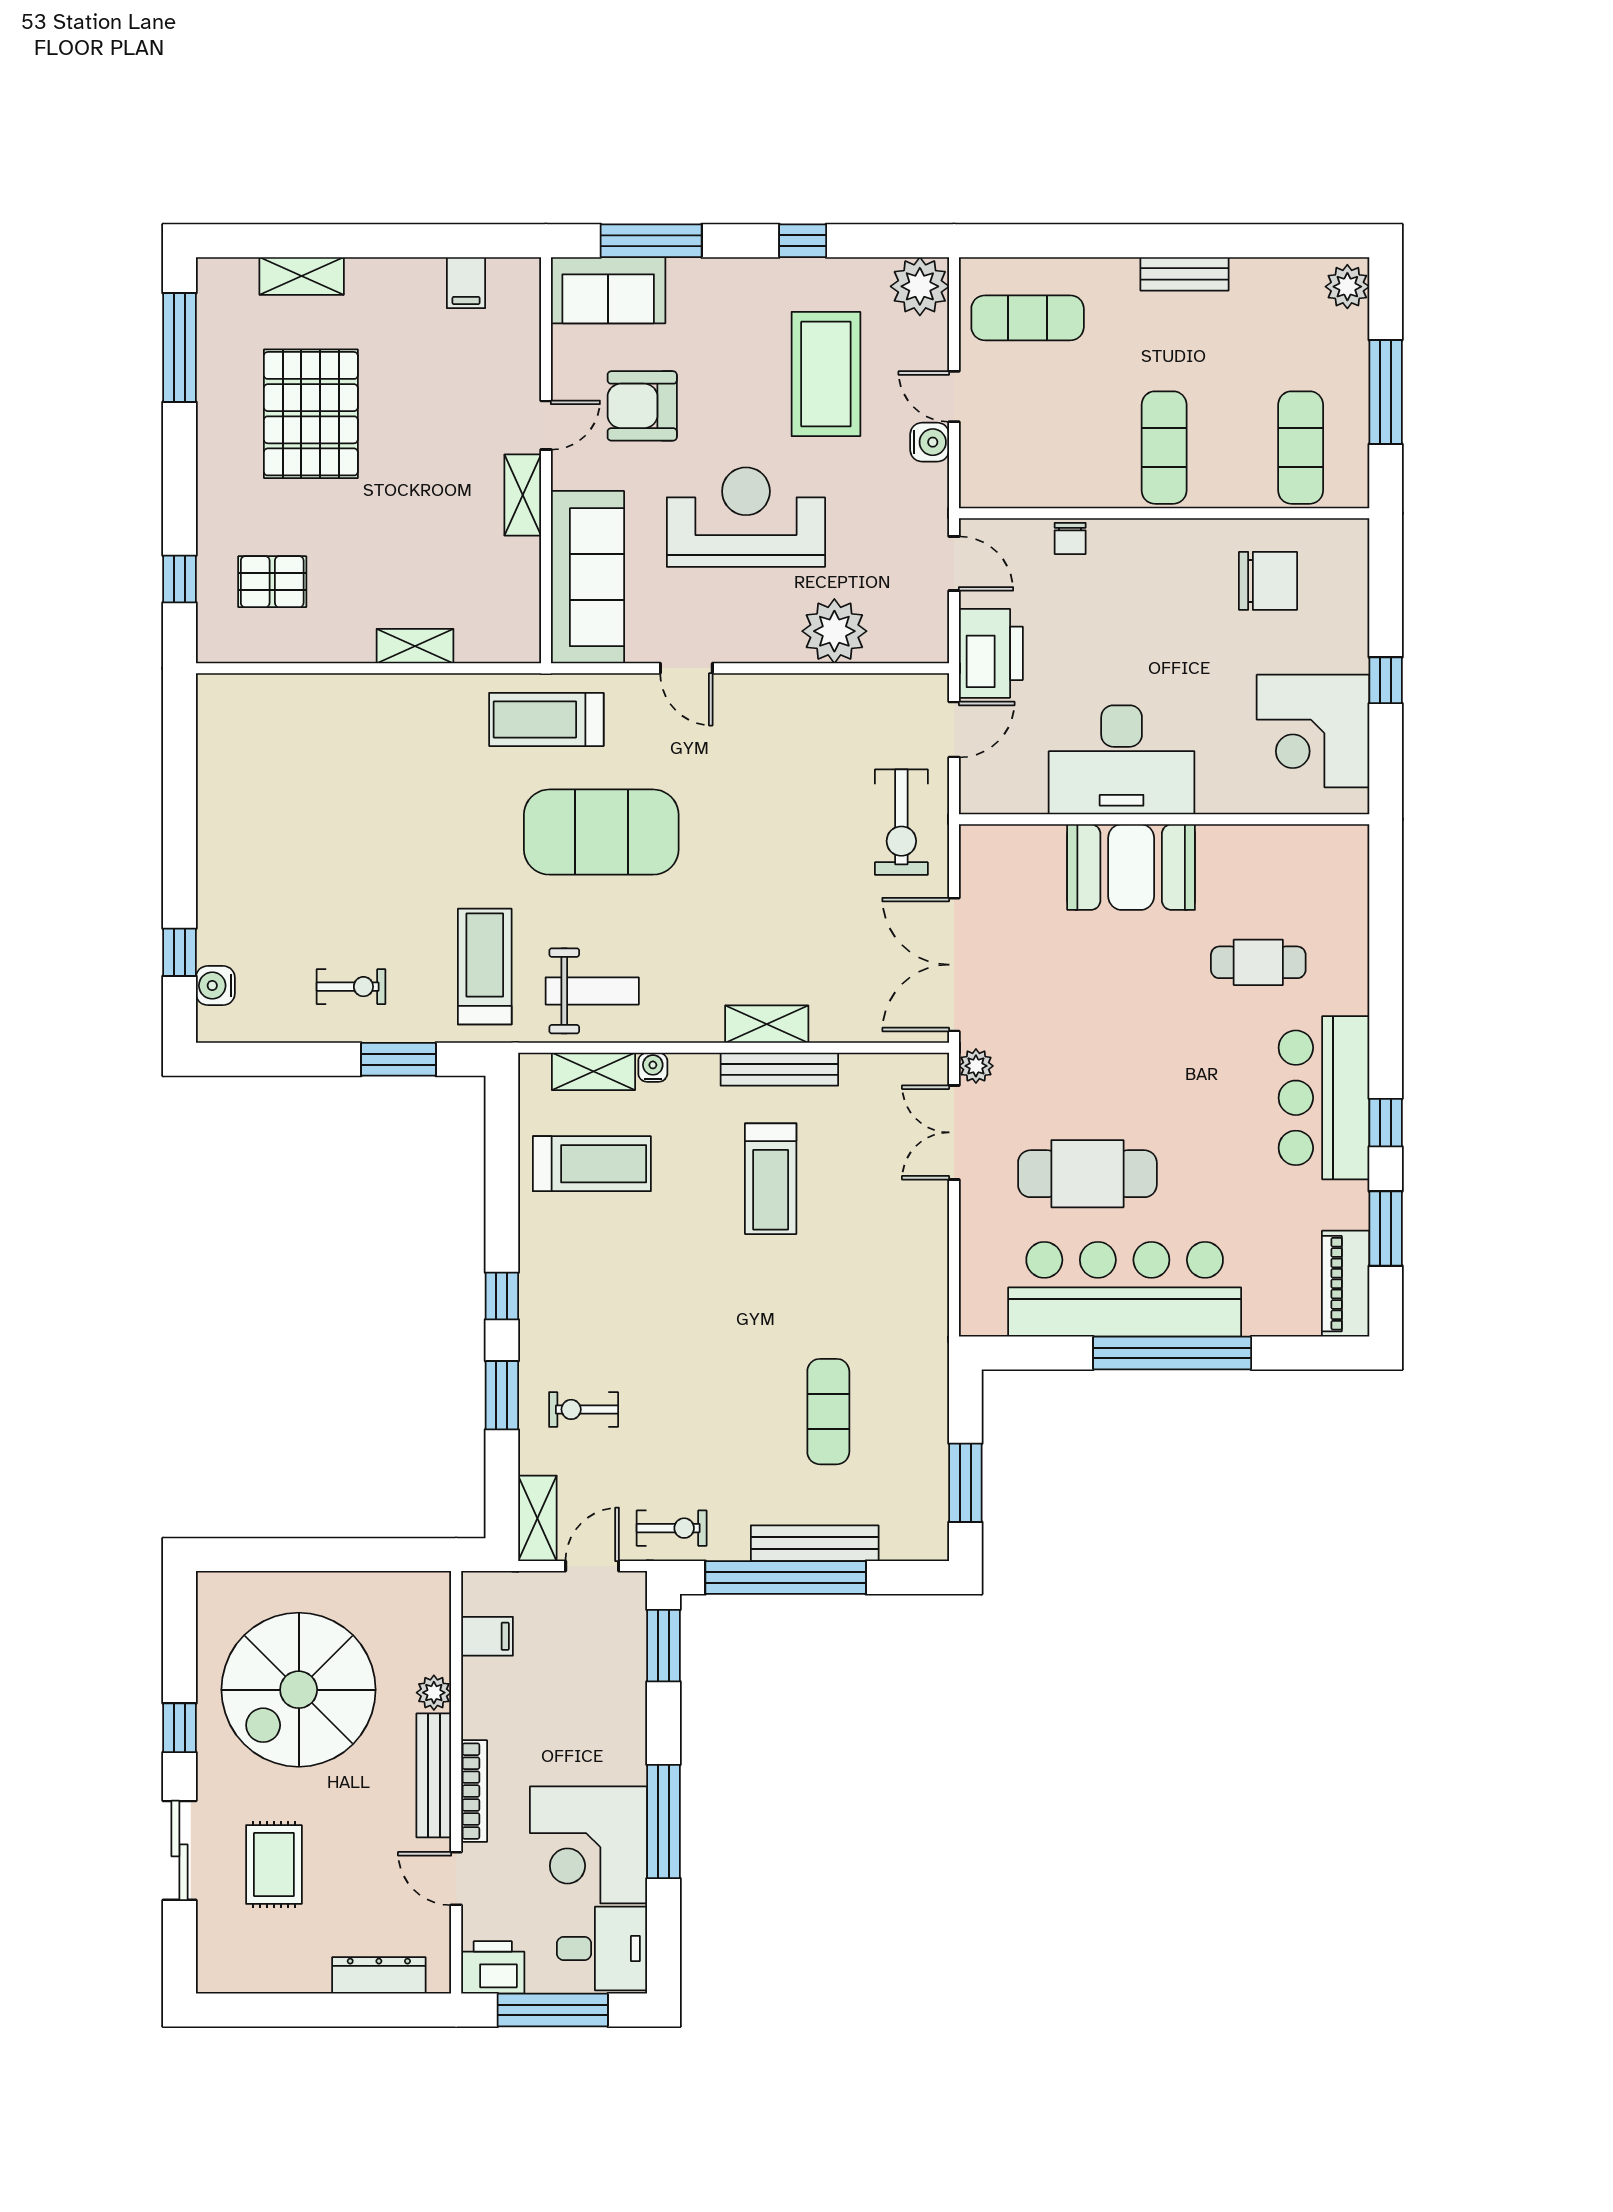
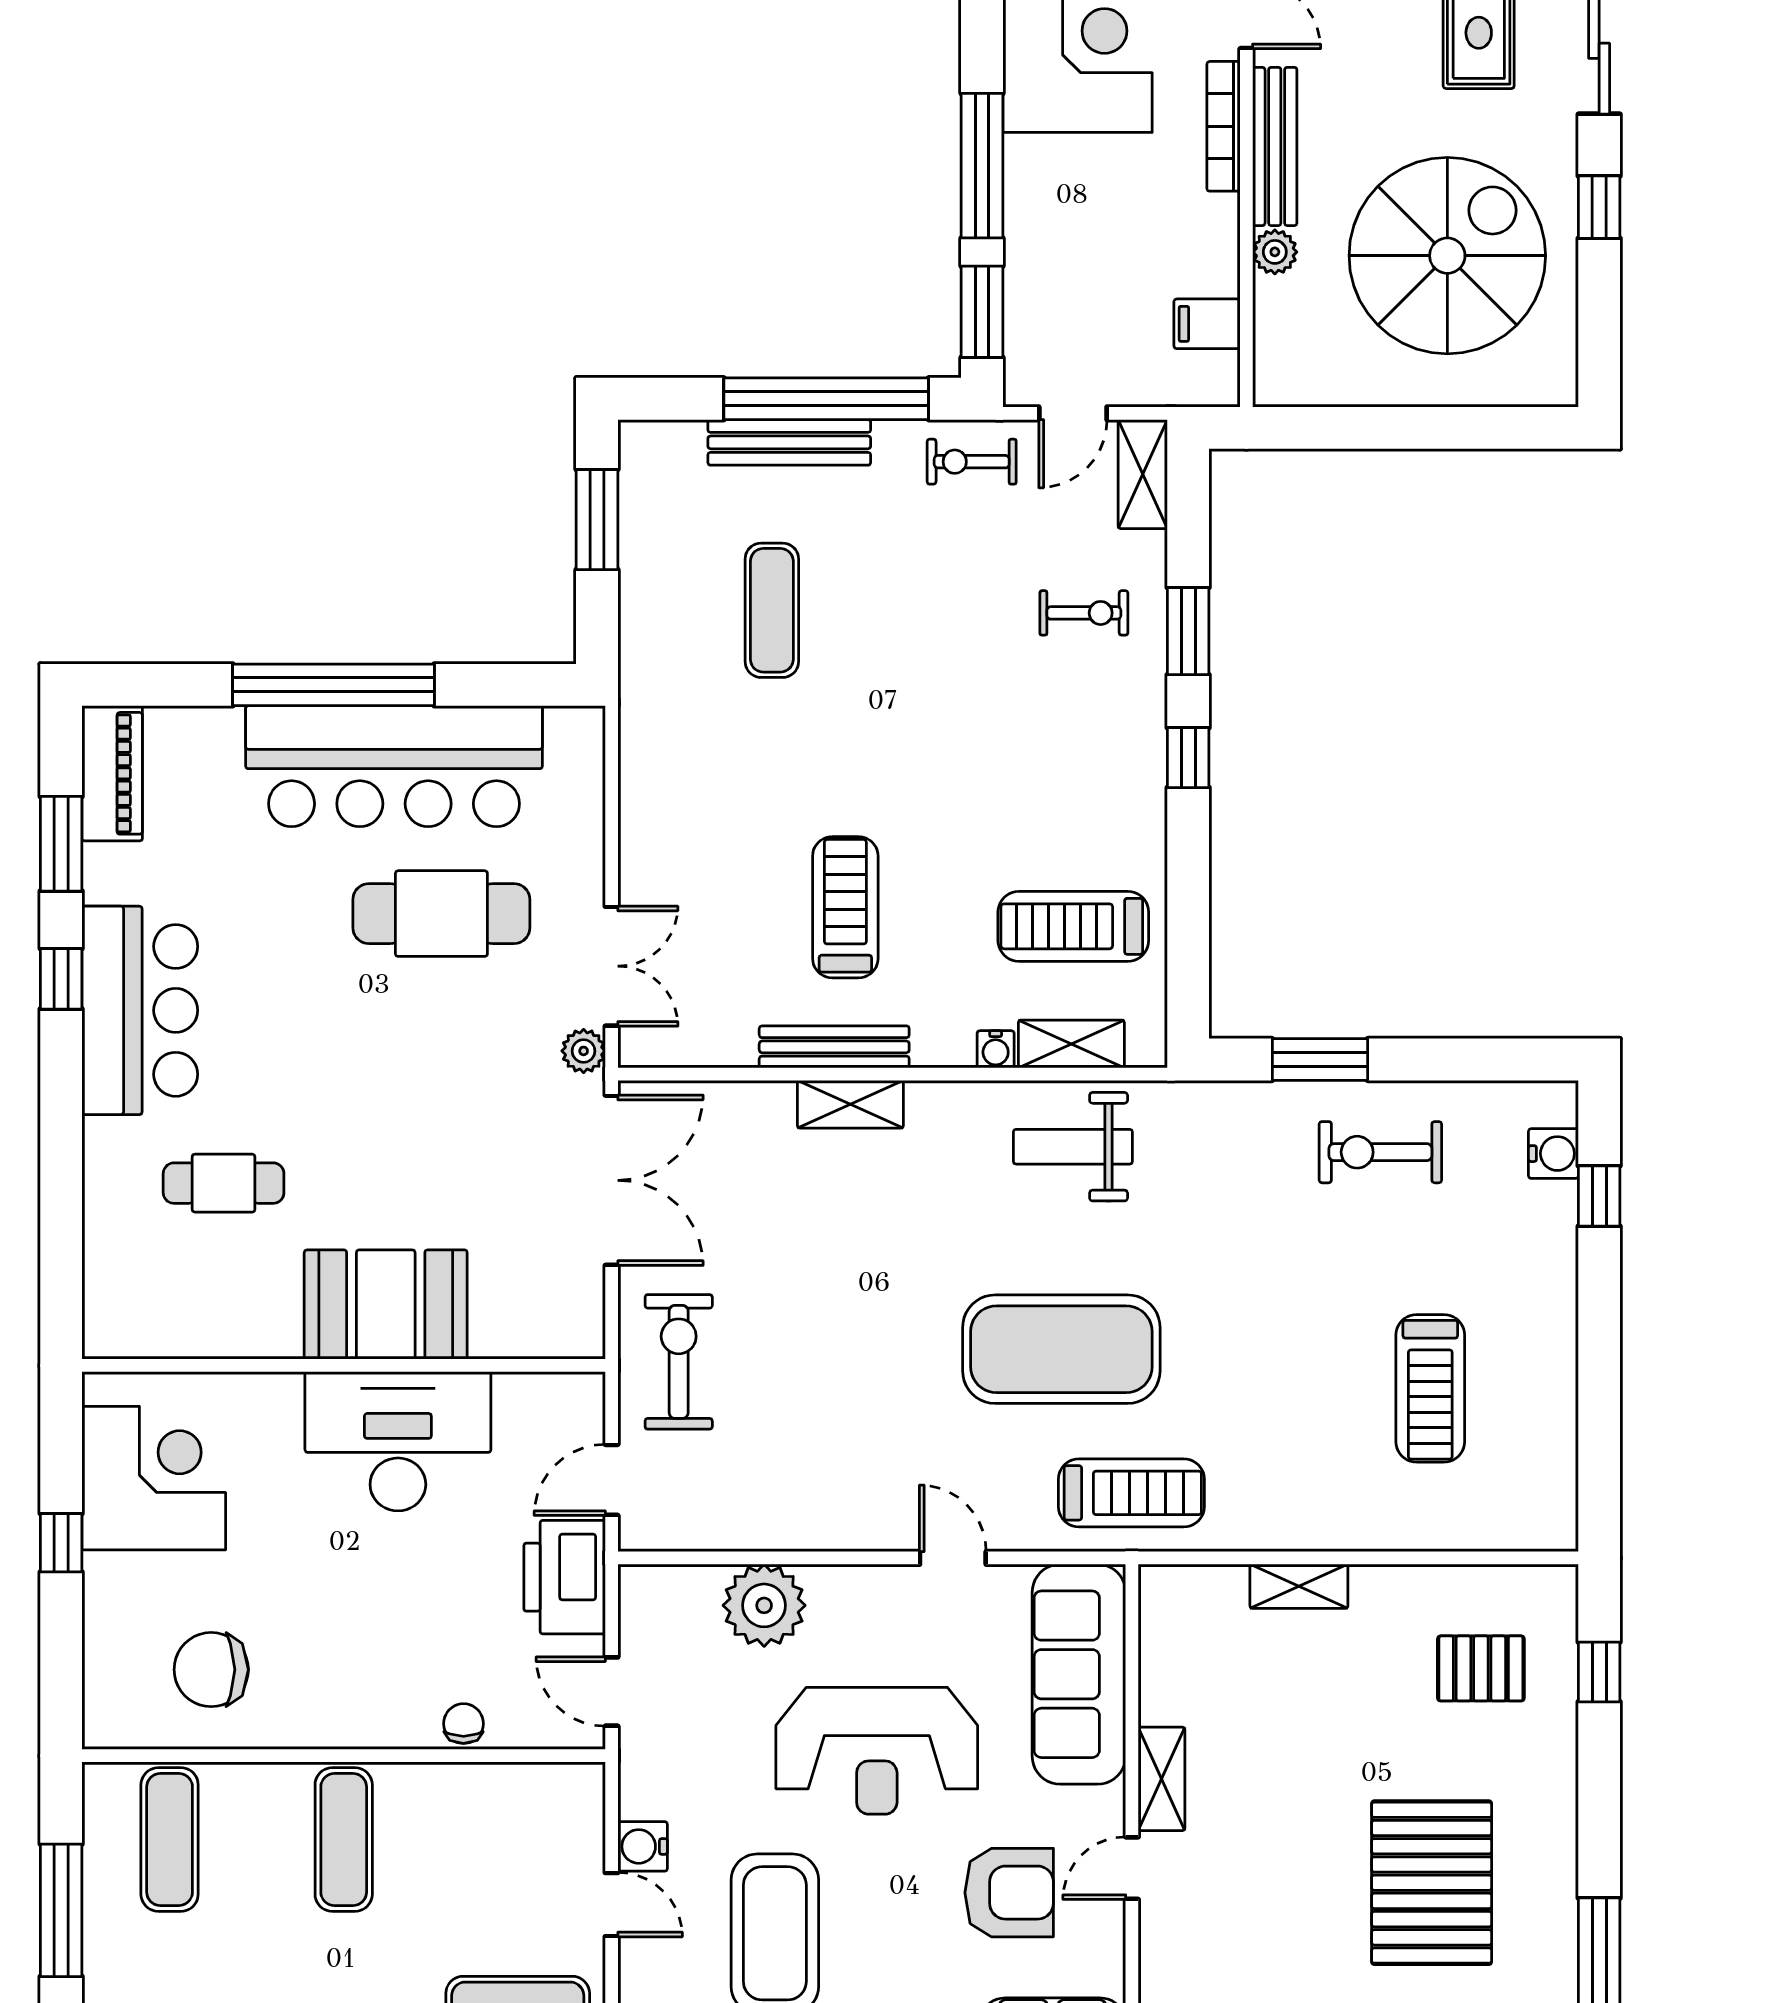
treadmill: (485, 967) -> (1430, 1388), moved
exercise bike: (351, 987) -> (1380, 1152), width x1.38, depth x1.39
window: (663, 1822) -> (982, 166), moved

